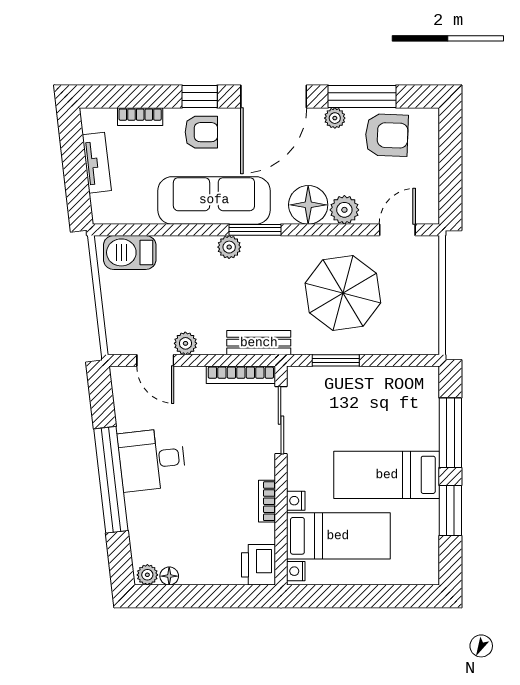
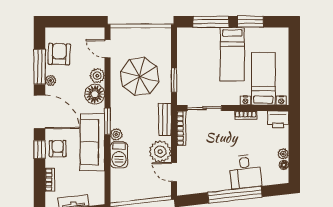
barbecue: (130, 252) -> (119, 155), moved
plant: (185, 343) -> (160, 152), width x1.87, depth x1.87
door: (155, 360) -> (174, 172), swing flipped
desk: (152, 460) -> (245, 171), moved
plant: (147, 575) -> (283, 154), moved

